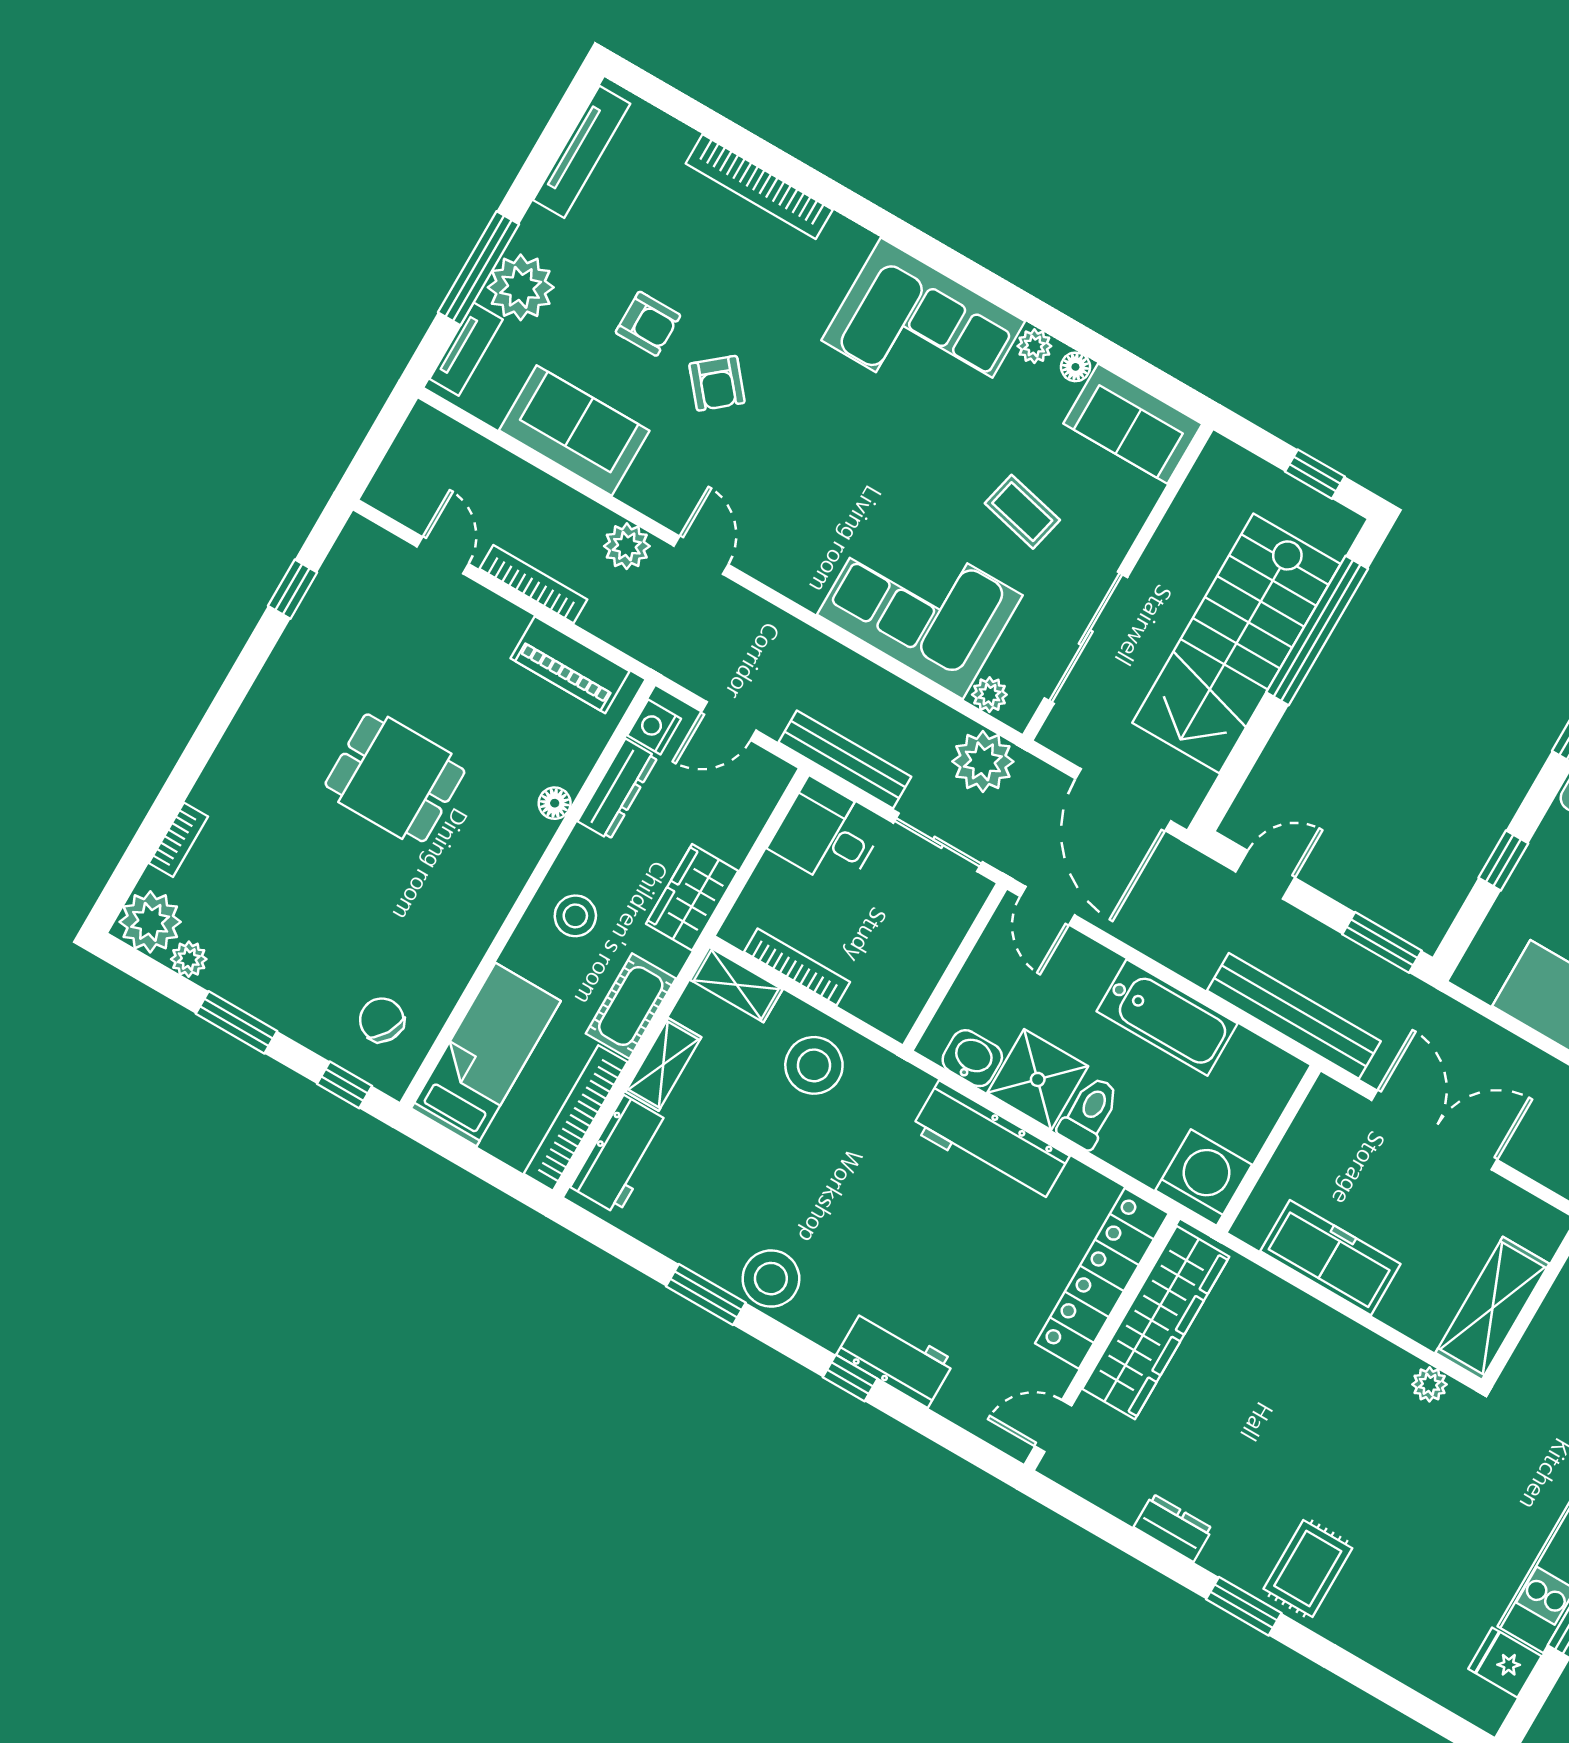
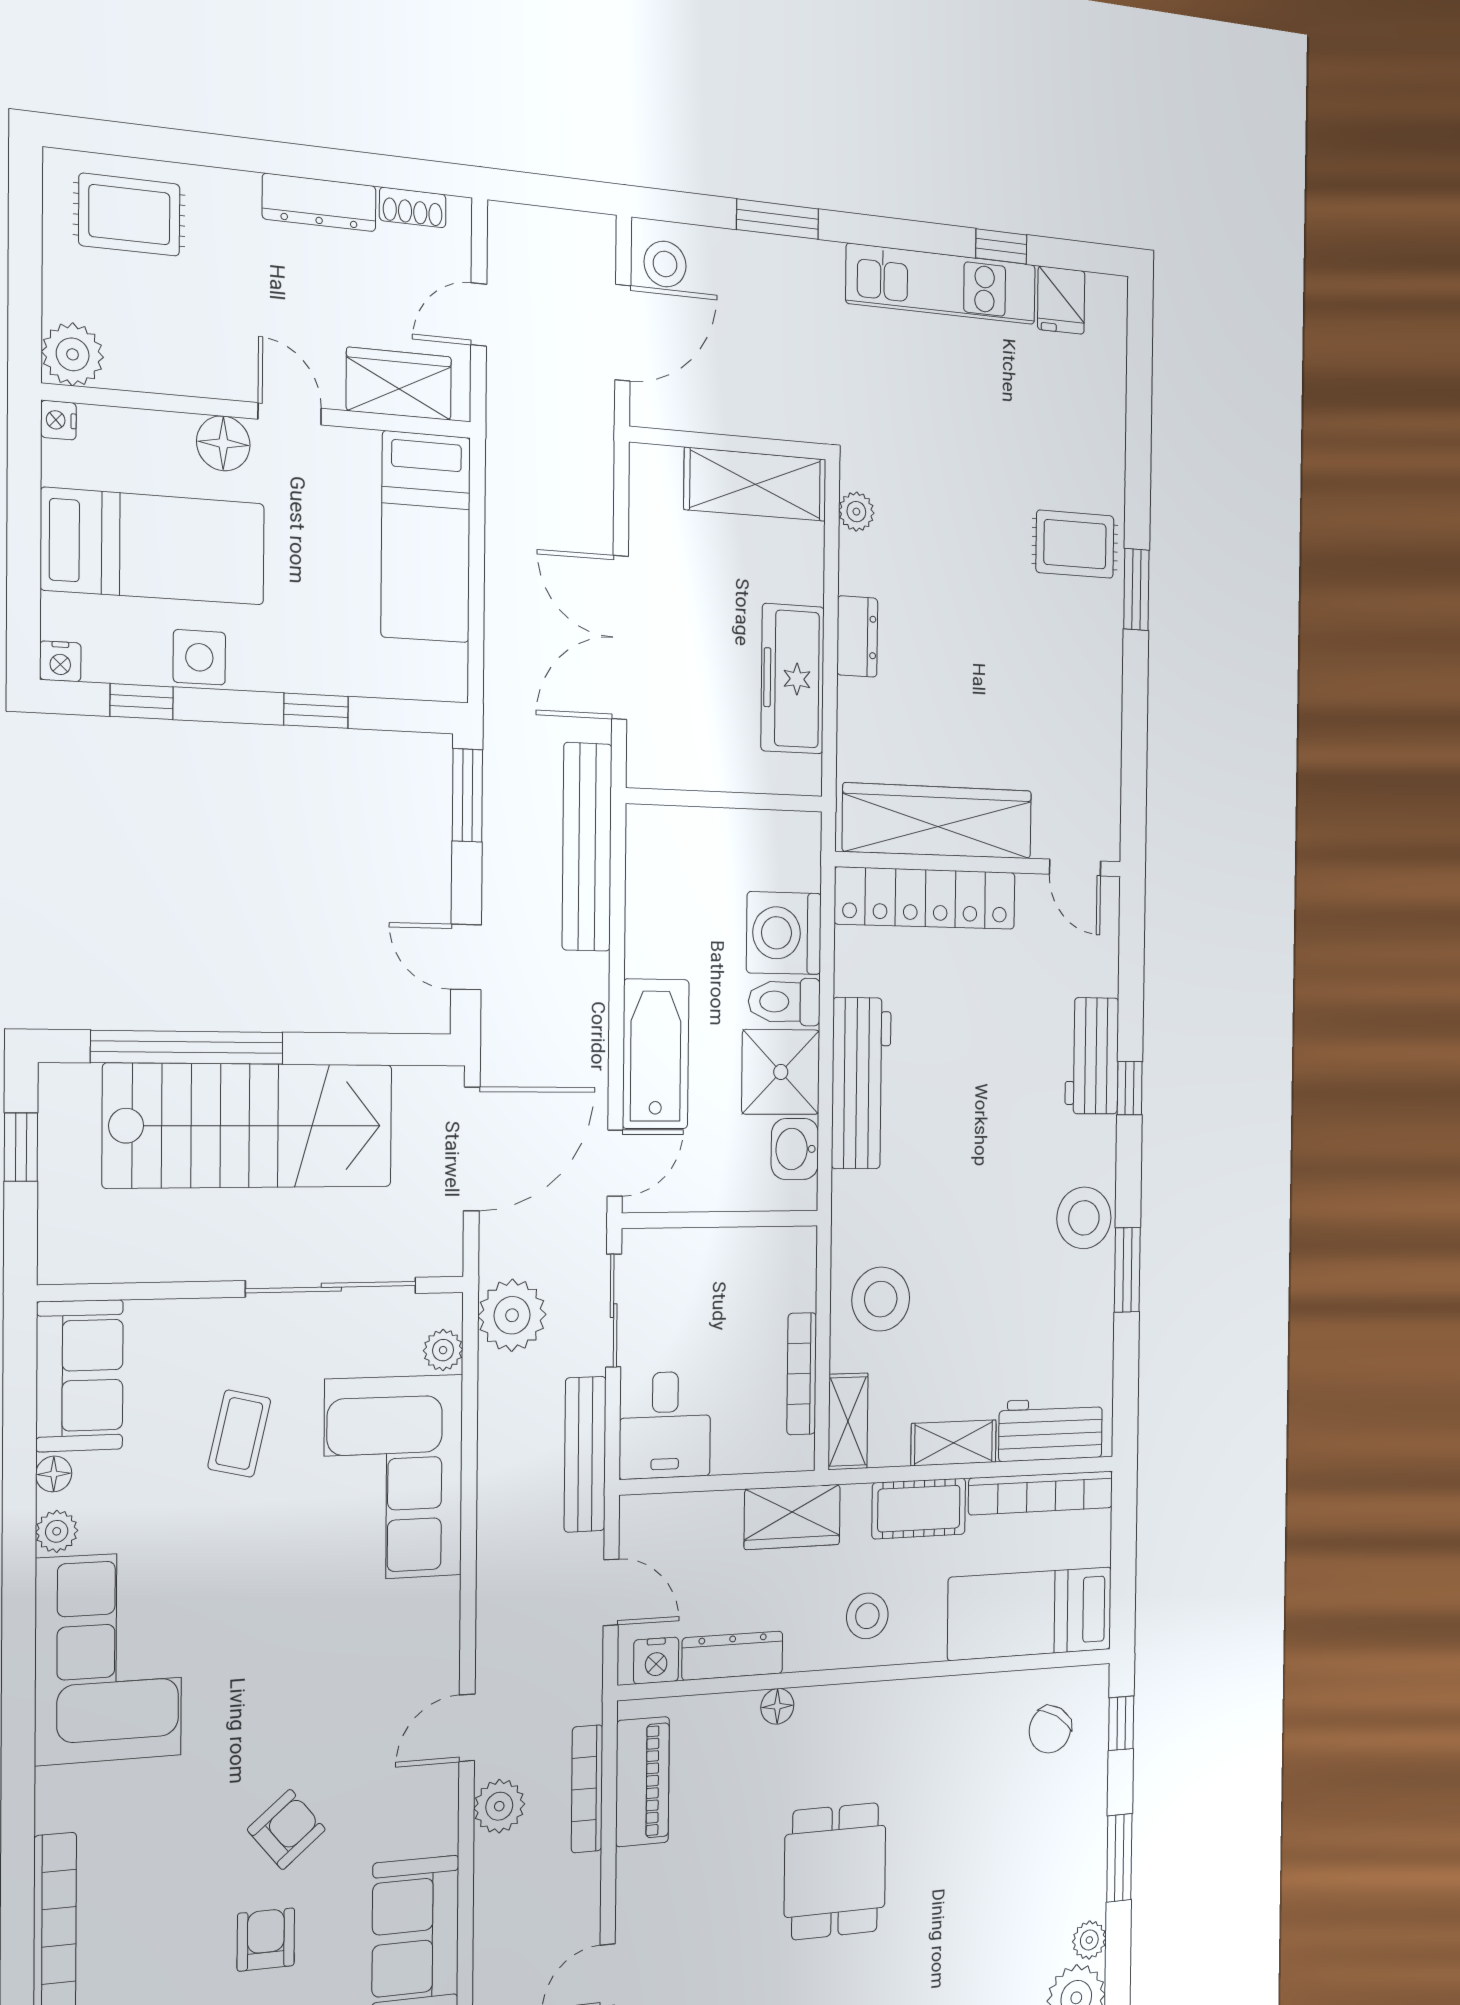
bookcase: (533, 584) -> (587, 1789), moved
bathtub: (1167, 1017) -> (656, 1054), moved
washing machine: (1204, 1178) -> (784, 933), moved
dresser: (1173, 1528) -> (857, 636), moved, turned 180

